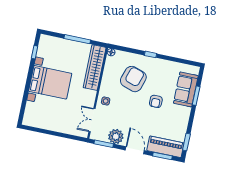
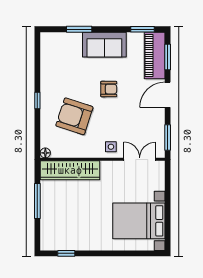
bed with nightstands: (50, 82) -> (139, 221), moved, turned -90
sofa: (186, 89) -> (104, 45), moved
armchair: (156, 101) -> (109, 89), moved
double door: (92, 120) -> (140, 159), swing flipped
plant: (116, 137) -> (155, 124), removed

